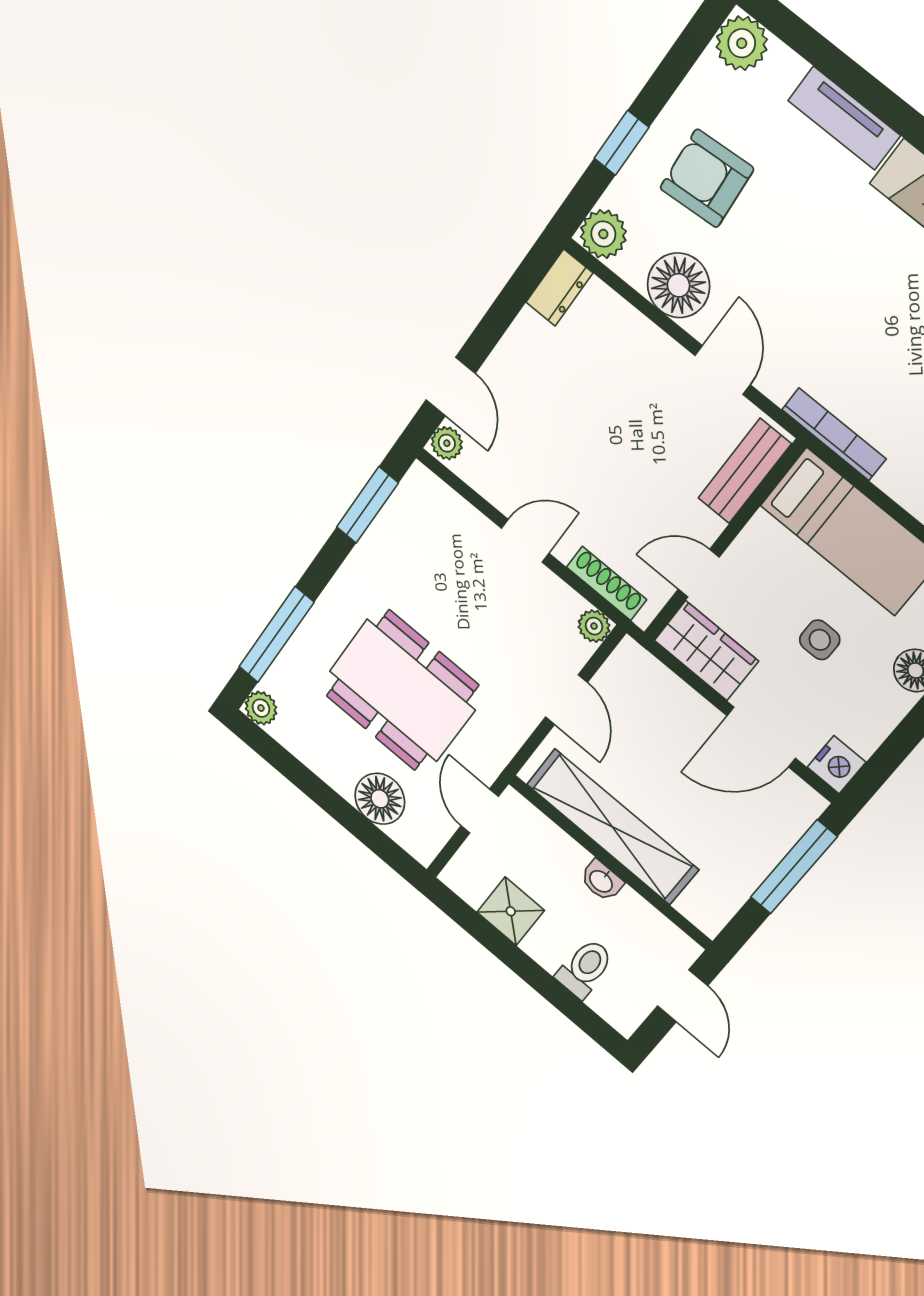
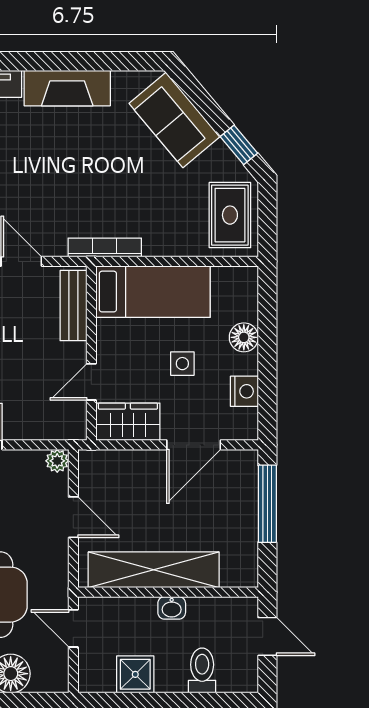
shoe rack: (606, 583) -> (46, 431), removed
nightstand: (836, 765) -> (244, 391), moved

